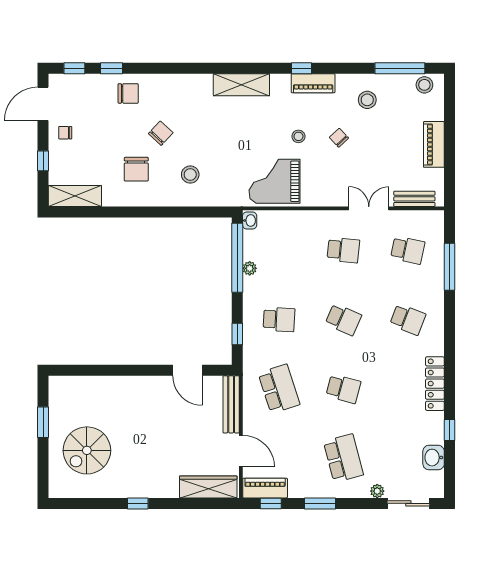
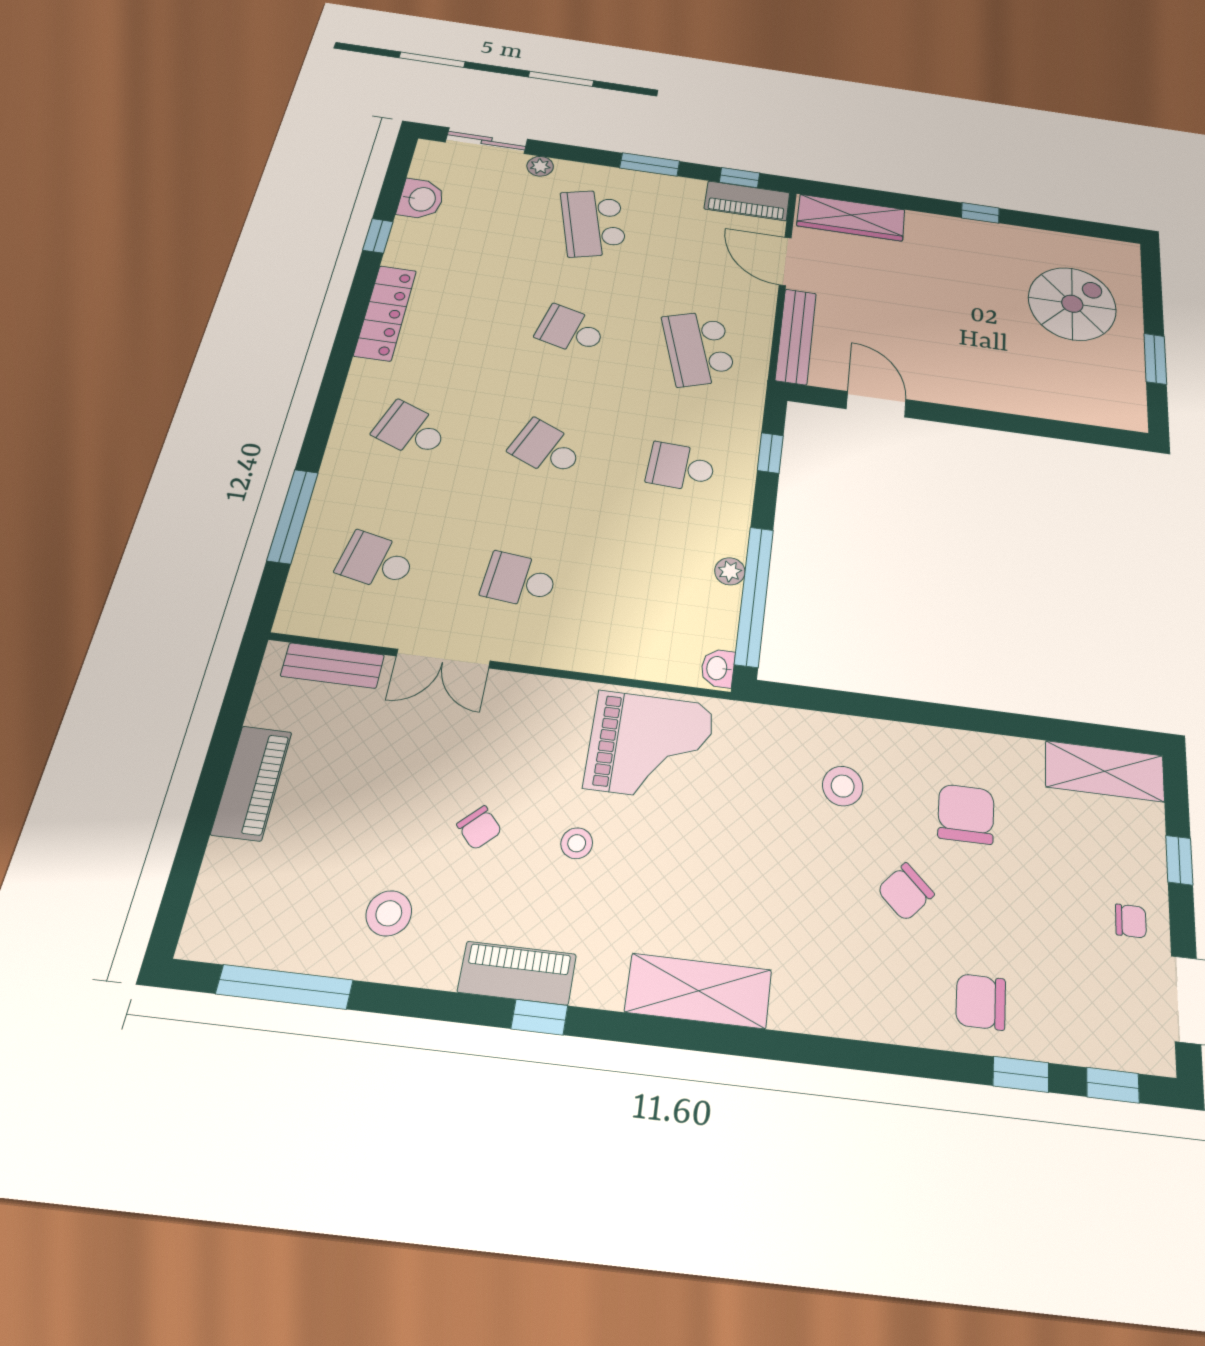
stool: (424, 85) -> (233, 935), removed

